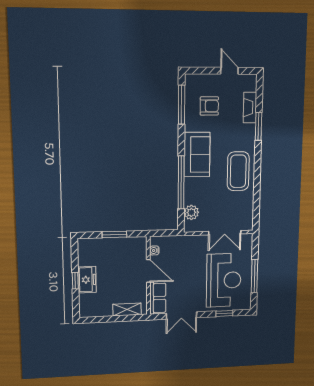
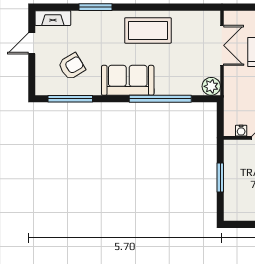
armchair: (209, 106) -> (72, 66), turned 59
fireplace: (250, 108) -> (53, 18), moved
plant: (191, 212) -> (211, 86), moved

